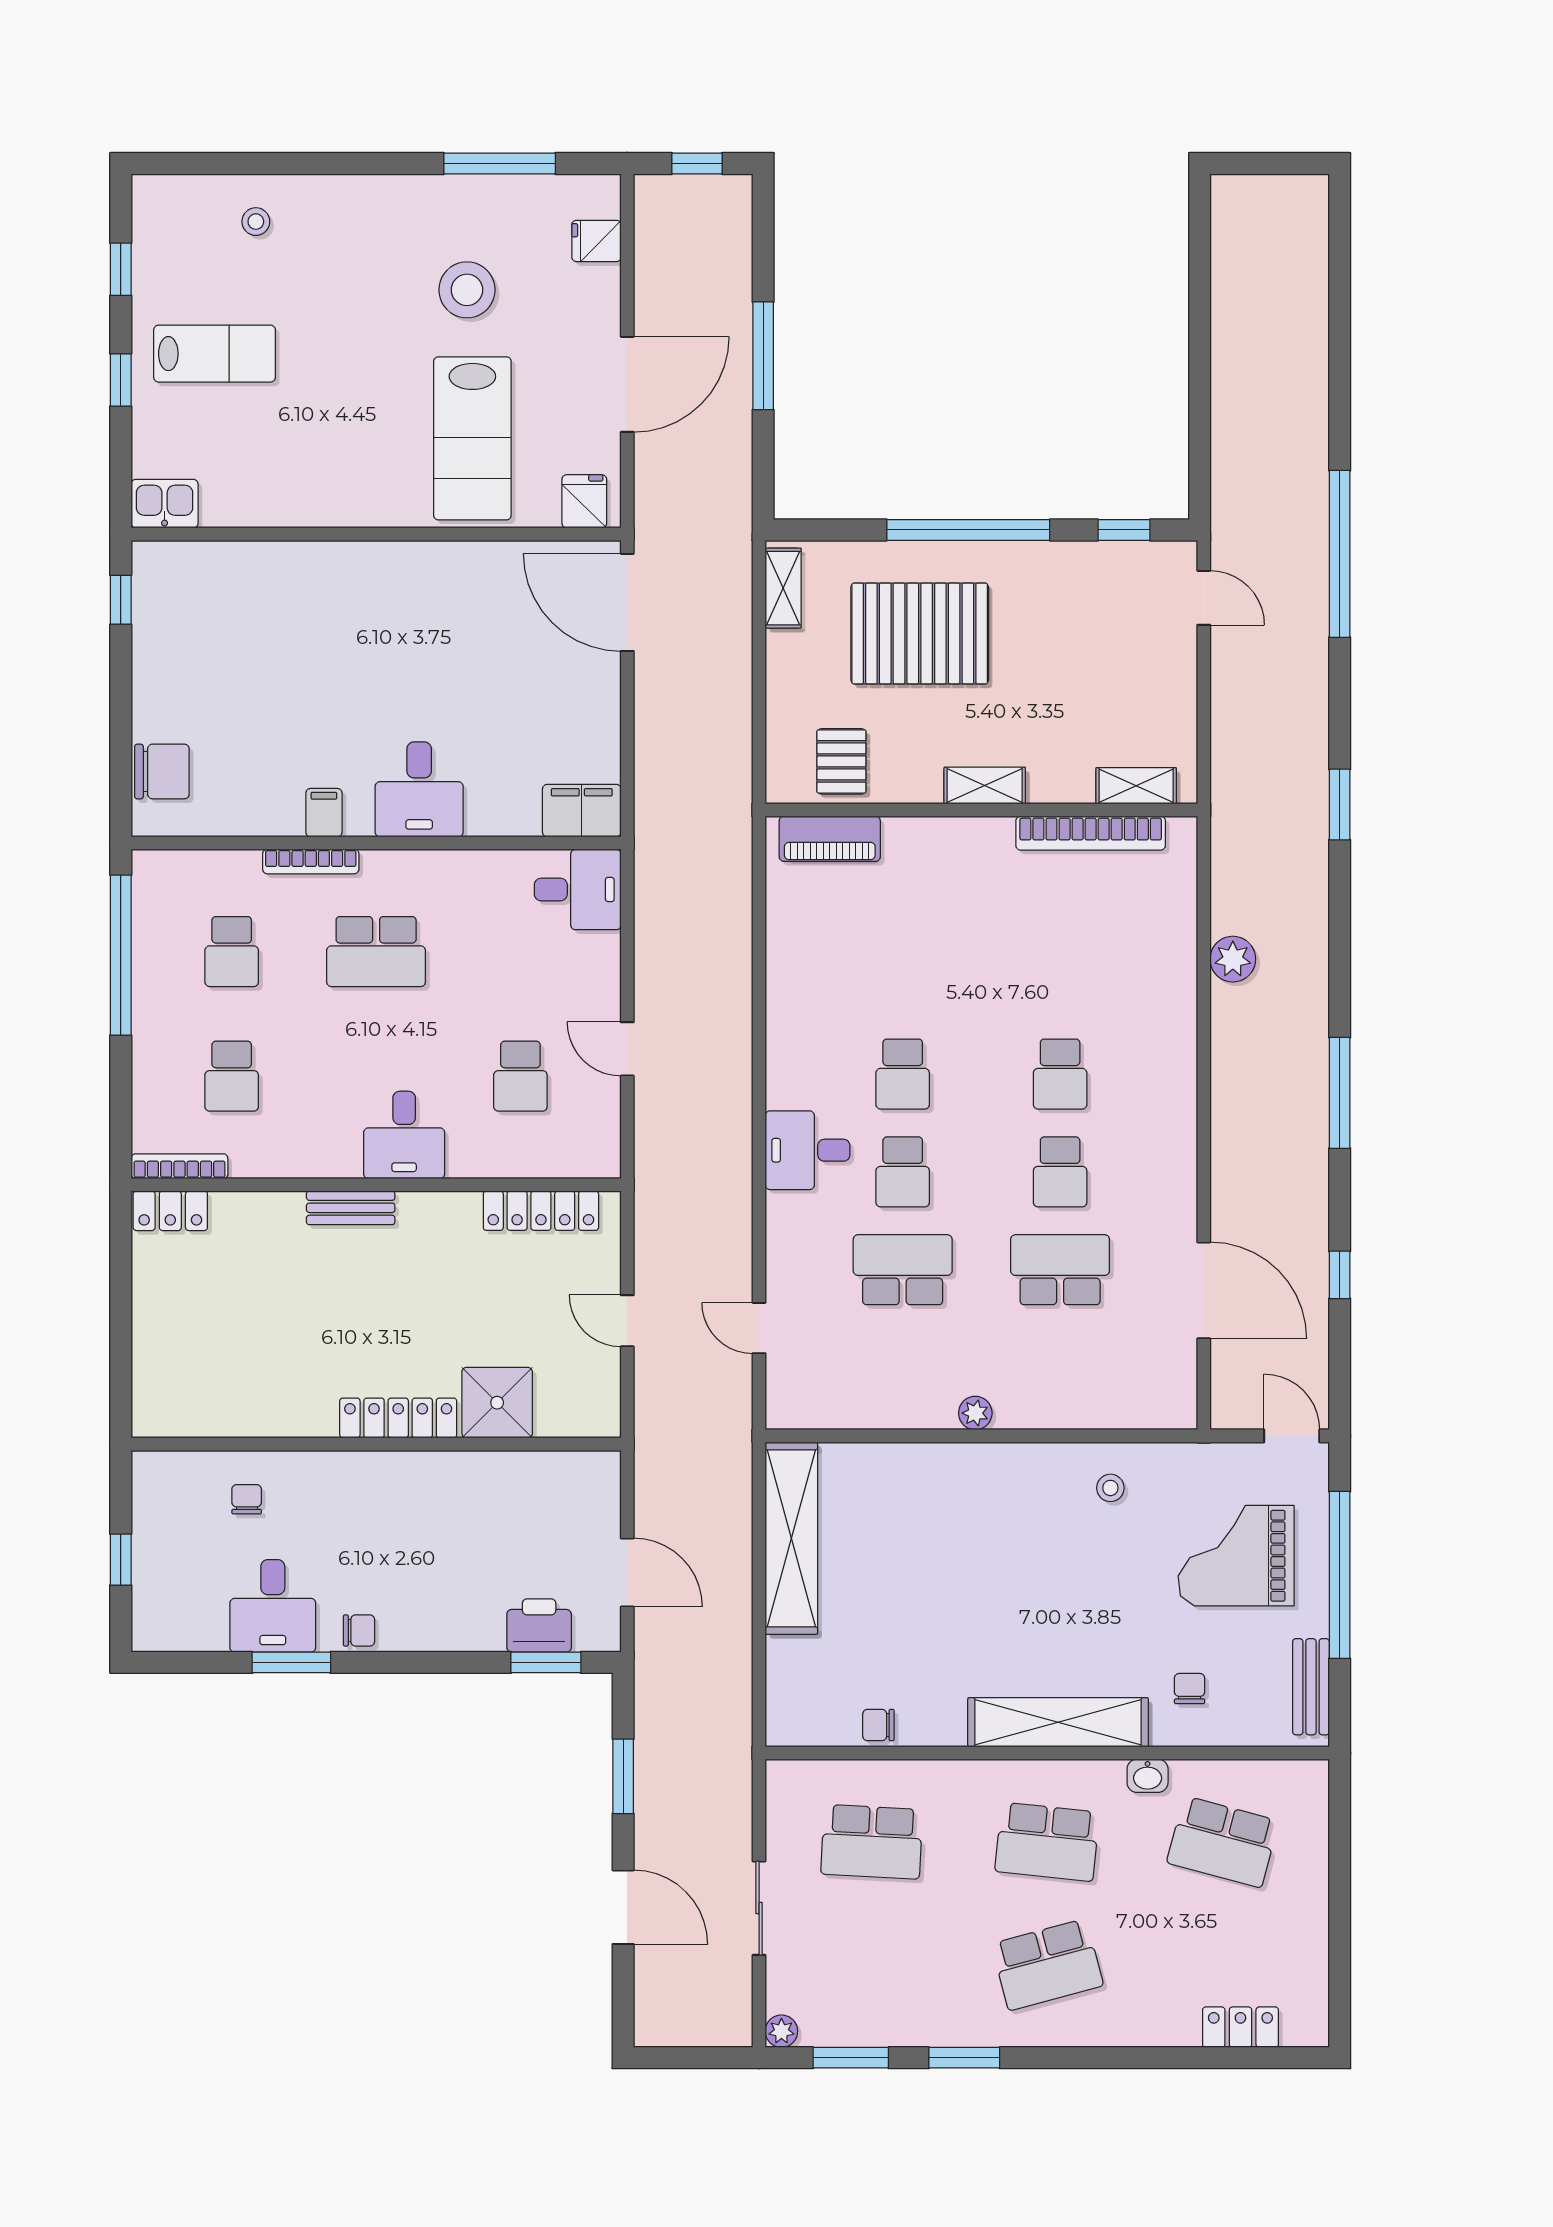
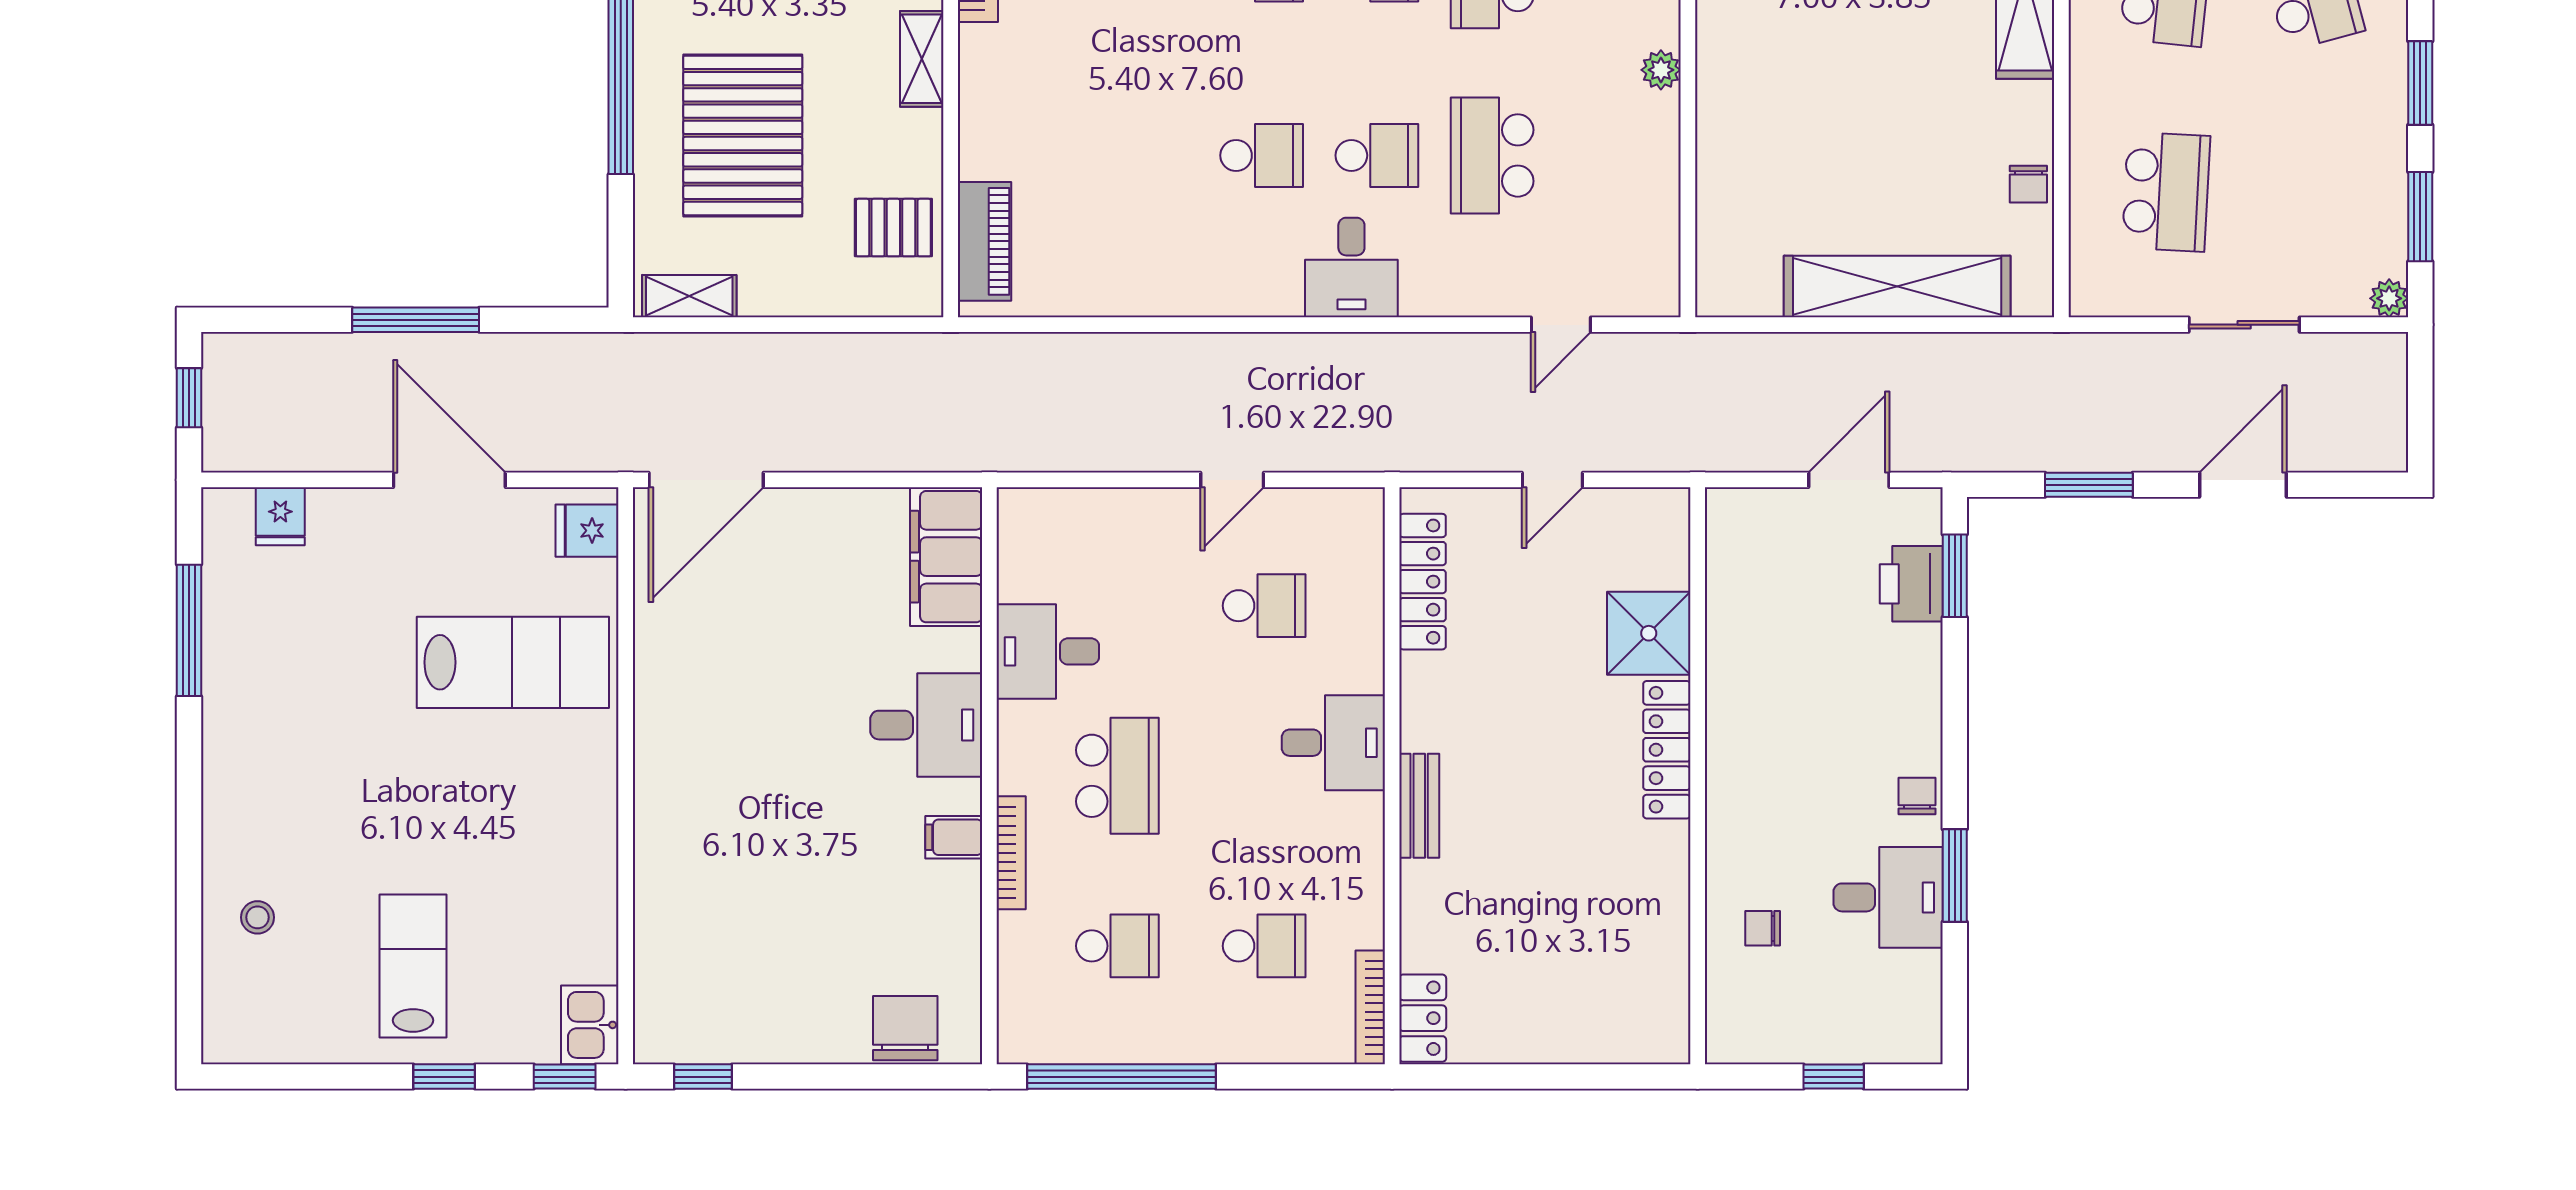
window: (121, 269) -> (565, 1077), moved
stool: (467, 290) -> (338, 669), removed
filing cabinet: (582, 811) -> (946, 557), width x1.50, depth x1.17
desk: (578, 890) -> (1048, 651), moved, turned -90
shelving: (791, 1538) -> (1897, 287), moved

